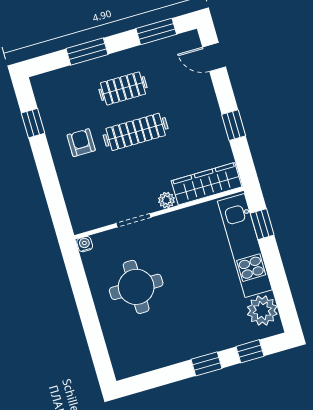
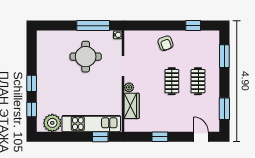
window: (87, 51) -> (224, 56), moved
door: (214, 57) -> (201, 137), hinge flipped
clothes rail: (136, 132) -> (172, 81), width x0.73
armchair: (81, 143) -> (166, 43), moved, turned 70
wardrobe: (207, 184) -> (132, 106), width x0.67
window: (81, 289) -> (93, 26), added

